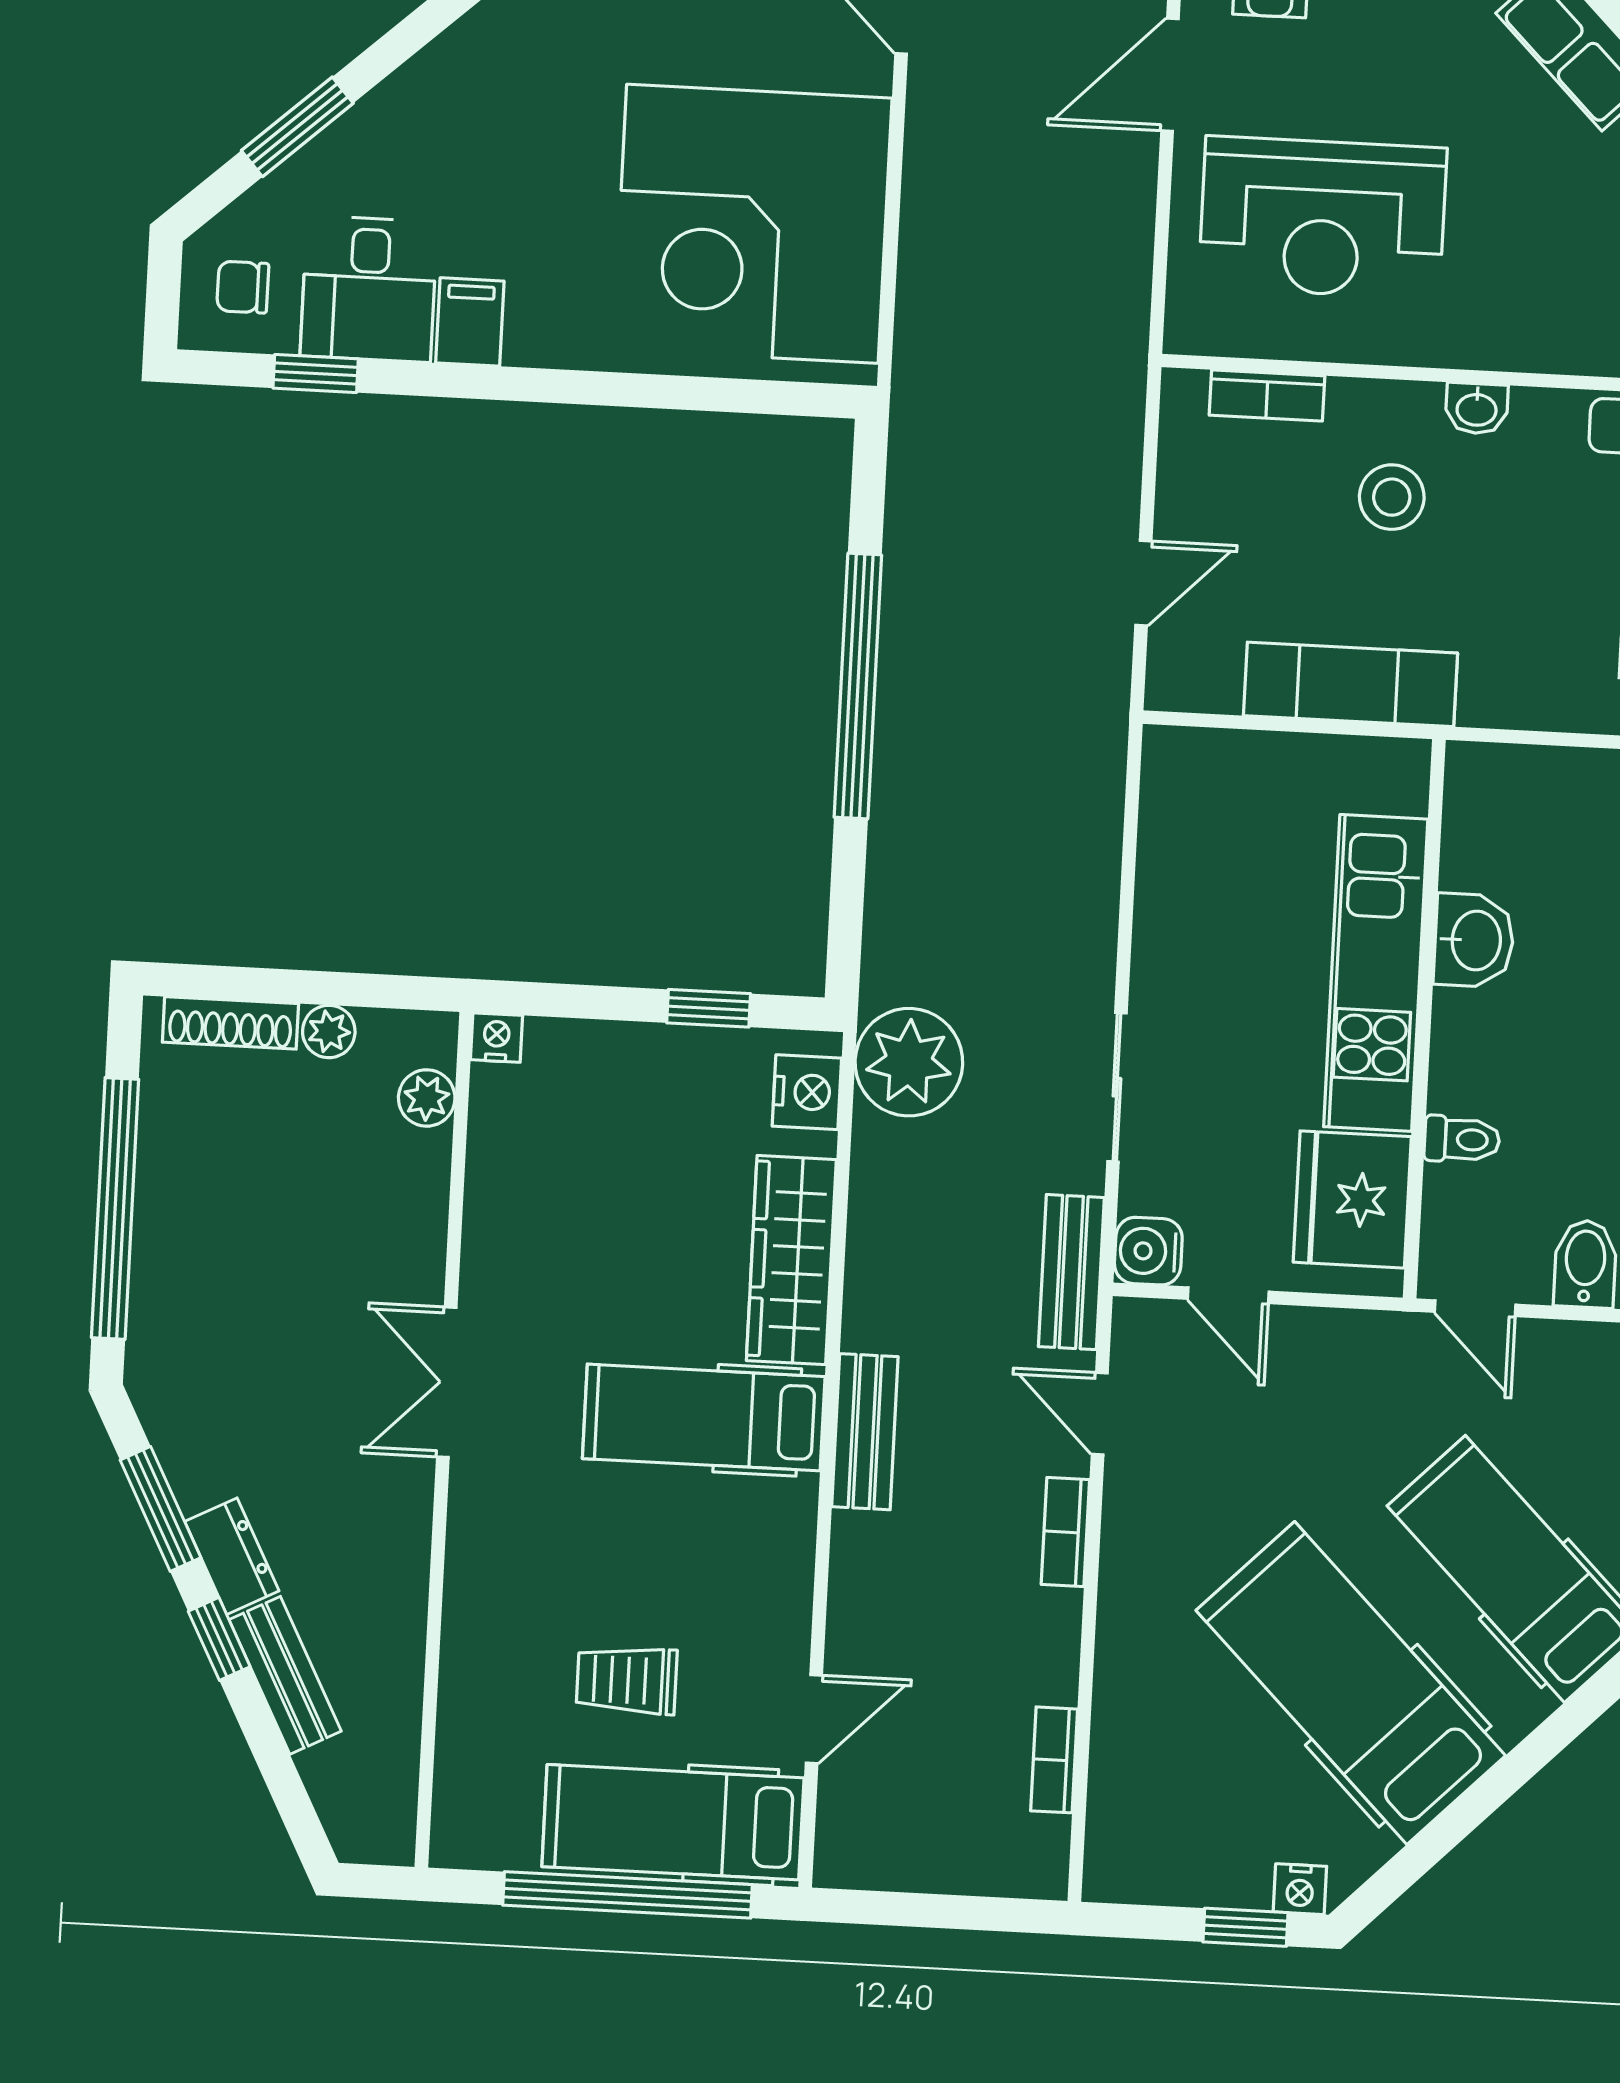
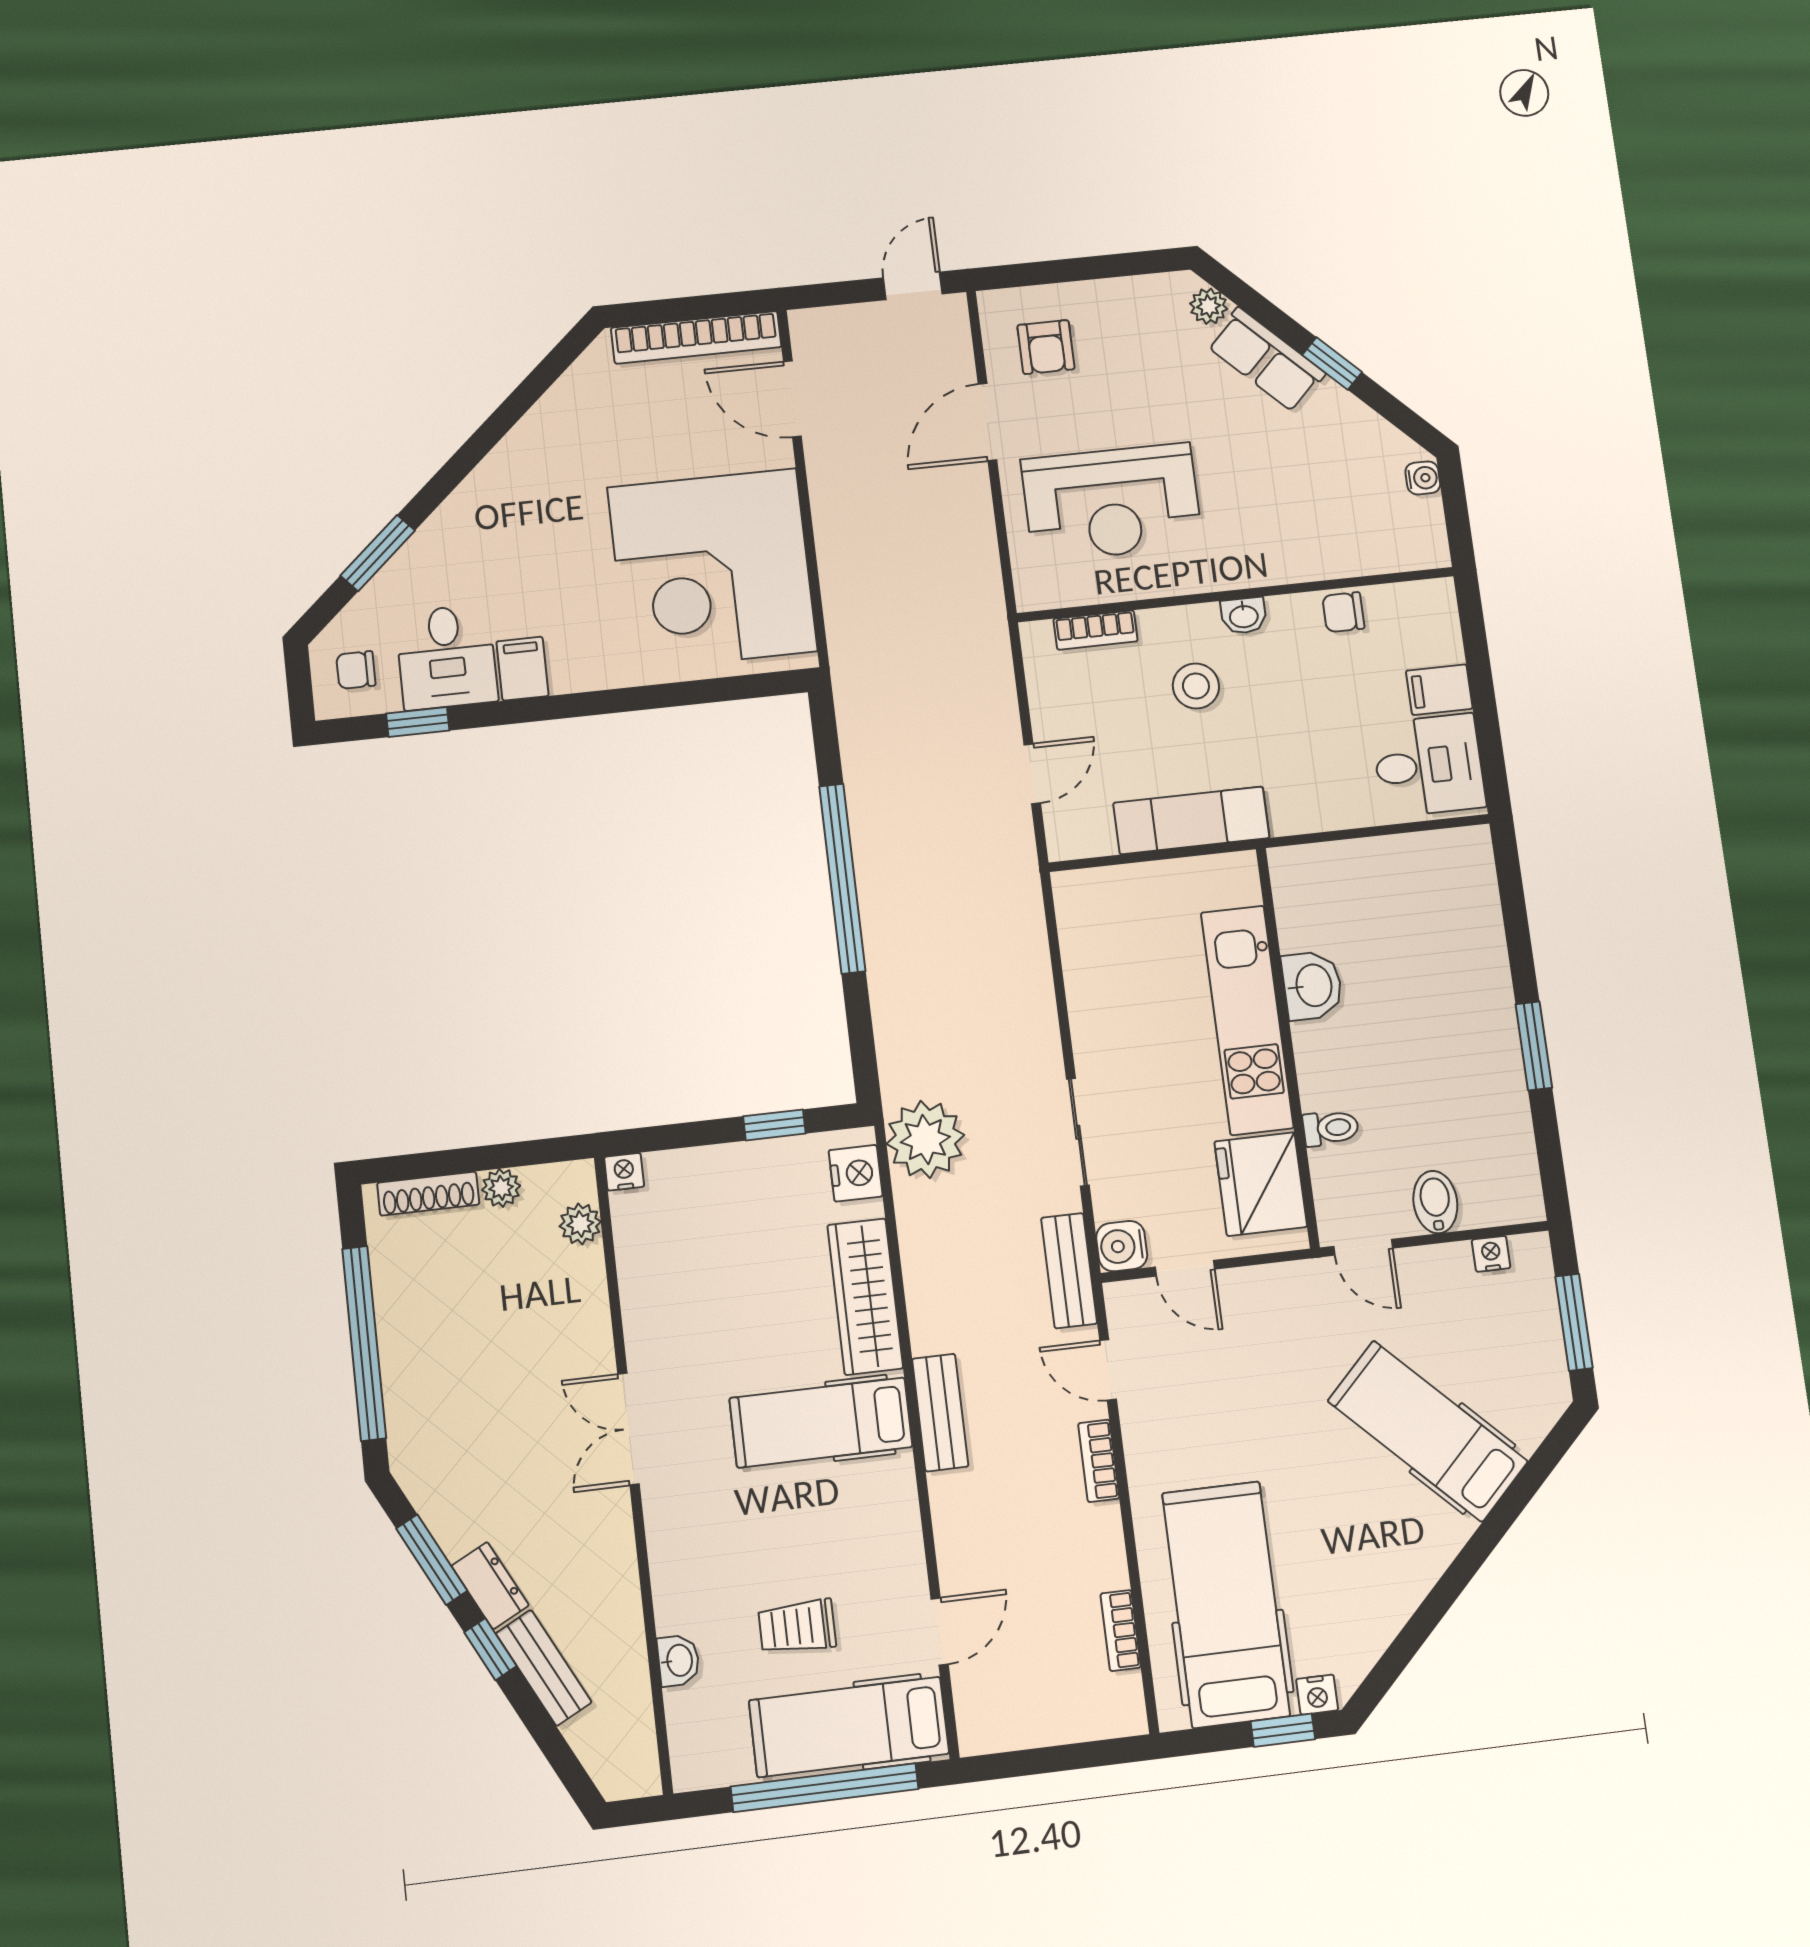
hospital bed: (1351, 1683) -> (1226, 1604), moved, turned 45
washbasin: (463, 1697) -> (678, 1660), added

